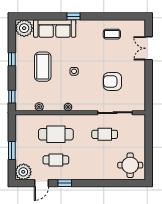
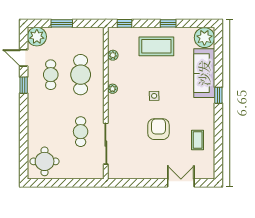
coffee table: (43, 67) -> (156, 46), moved
armchair: (112, 81) -> (158, 129), moved

